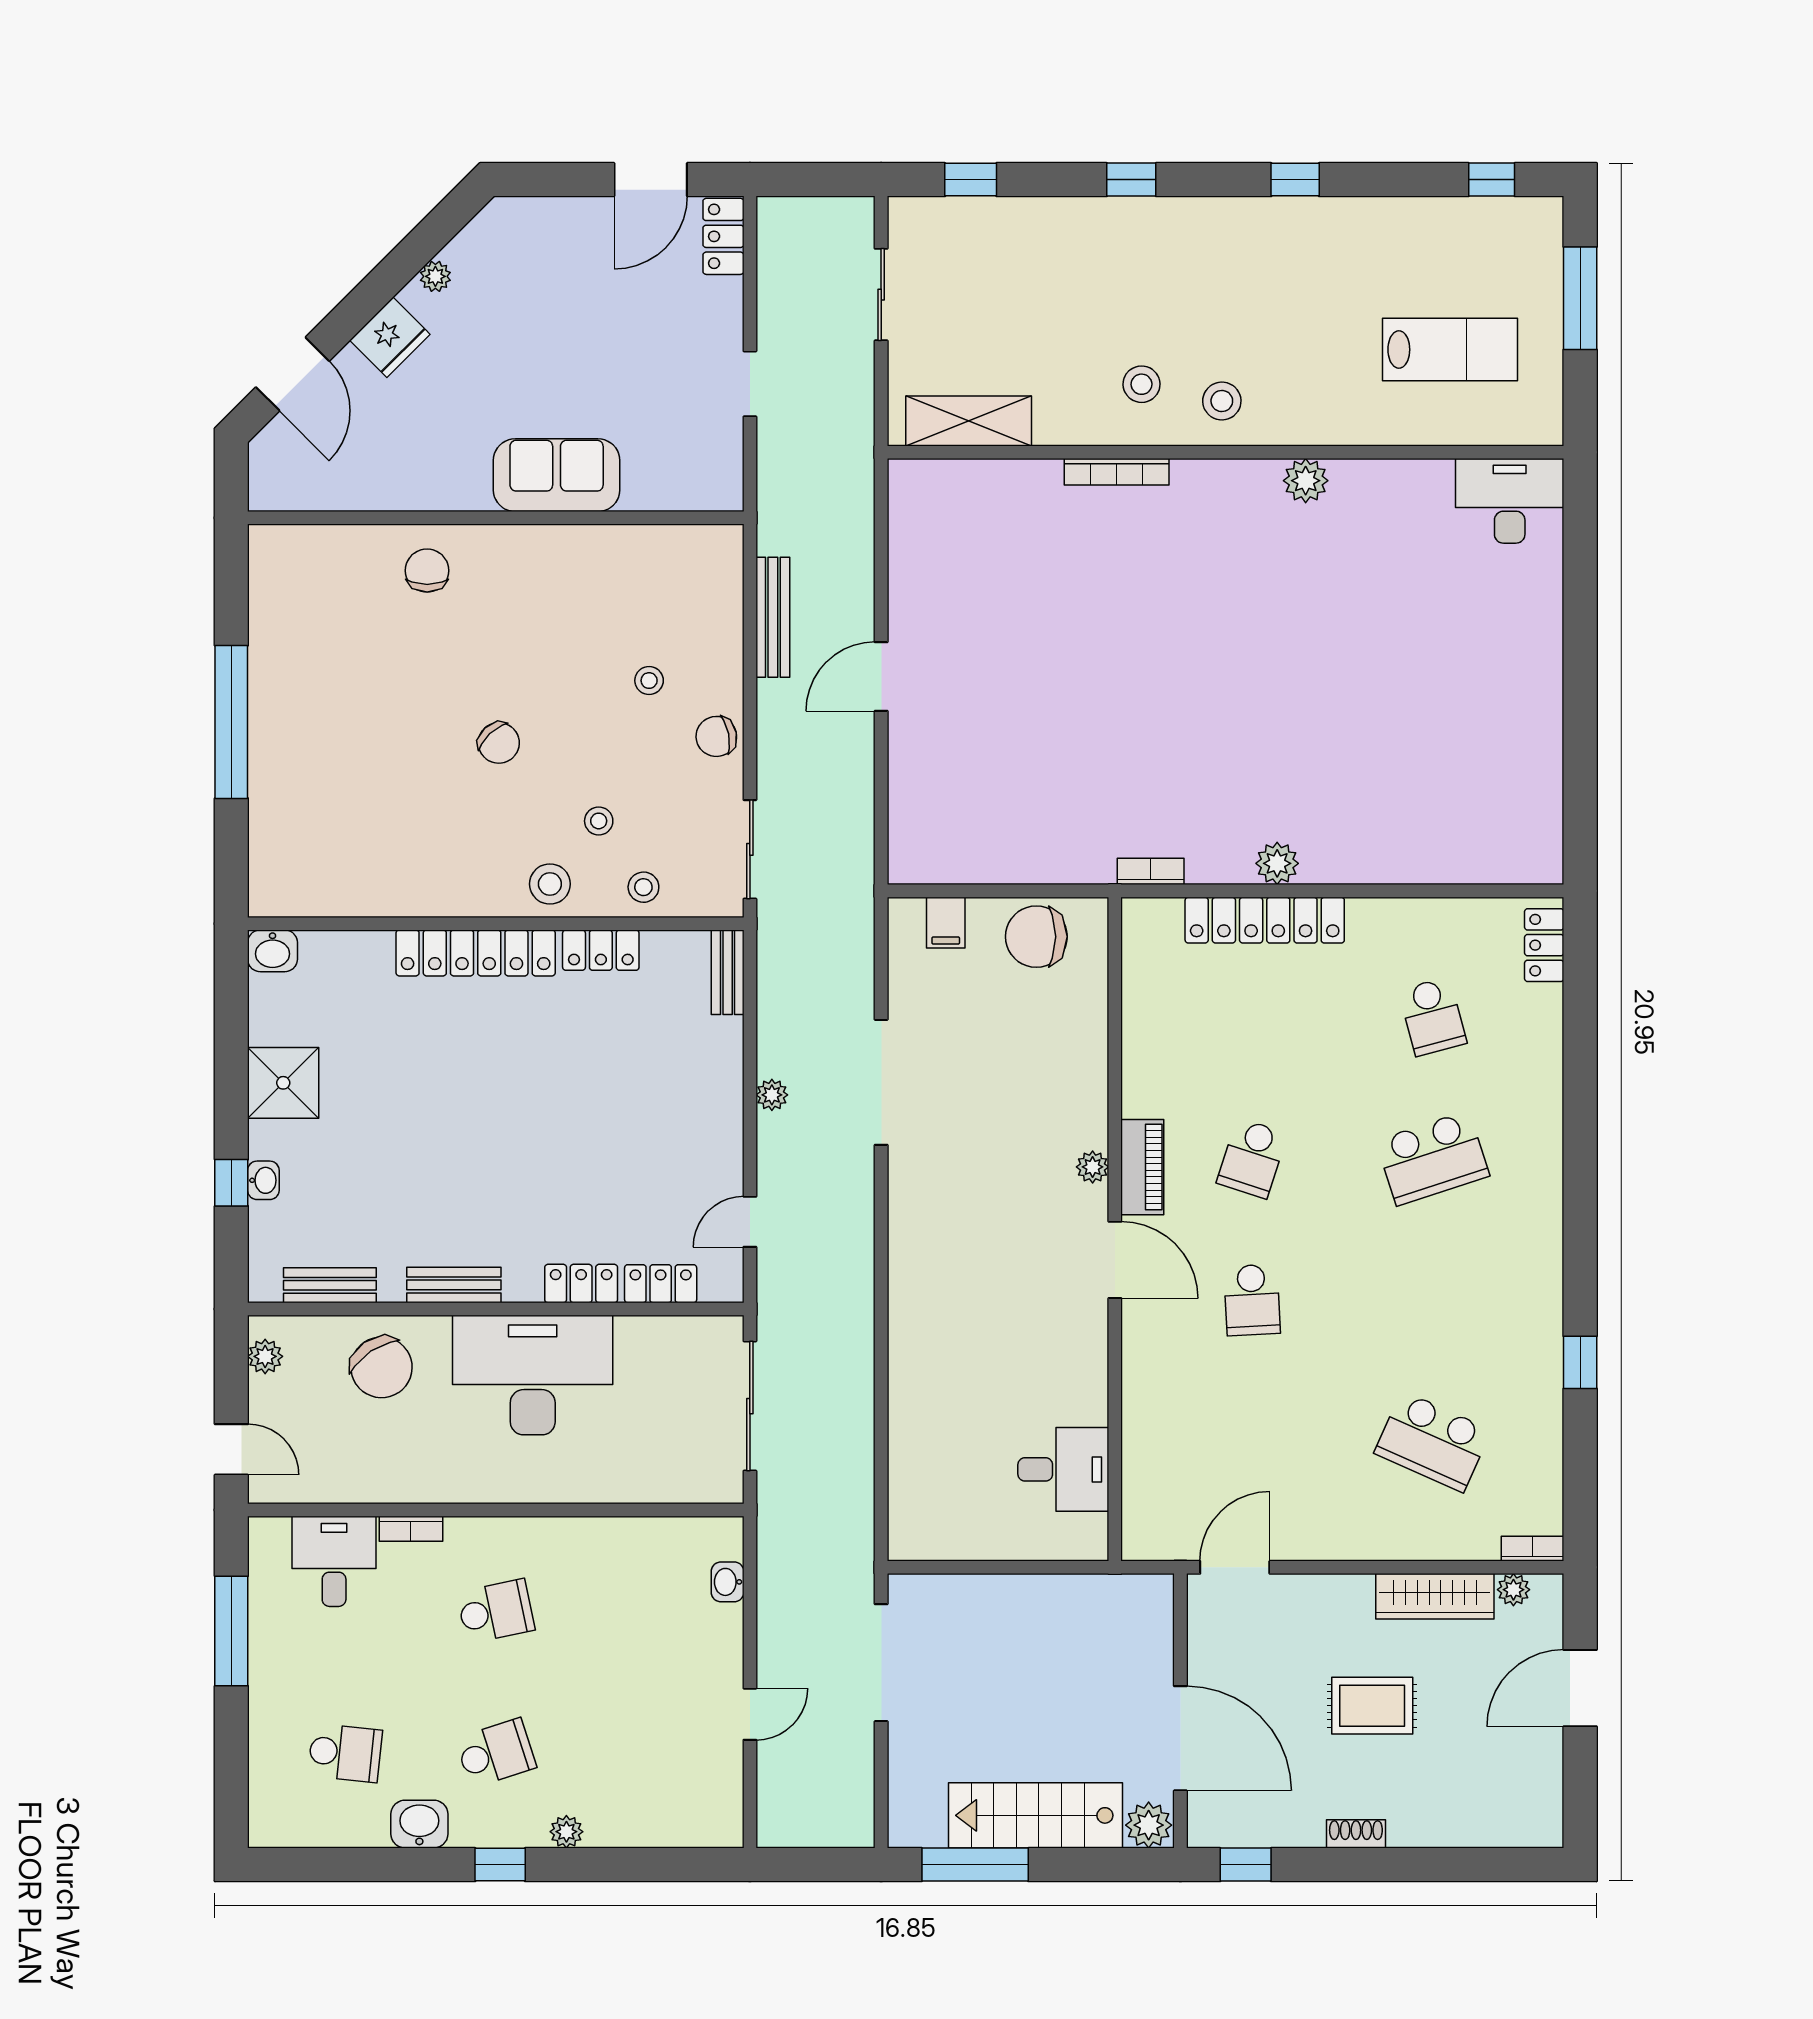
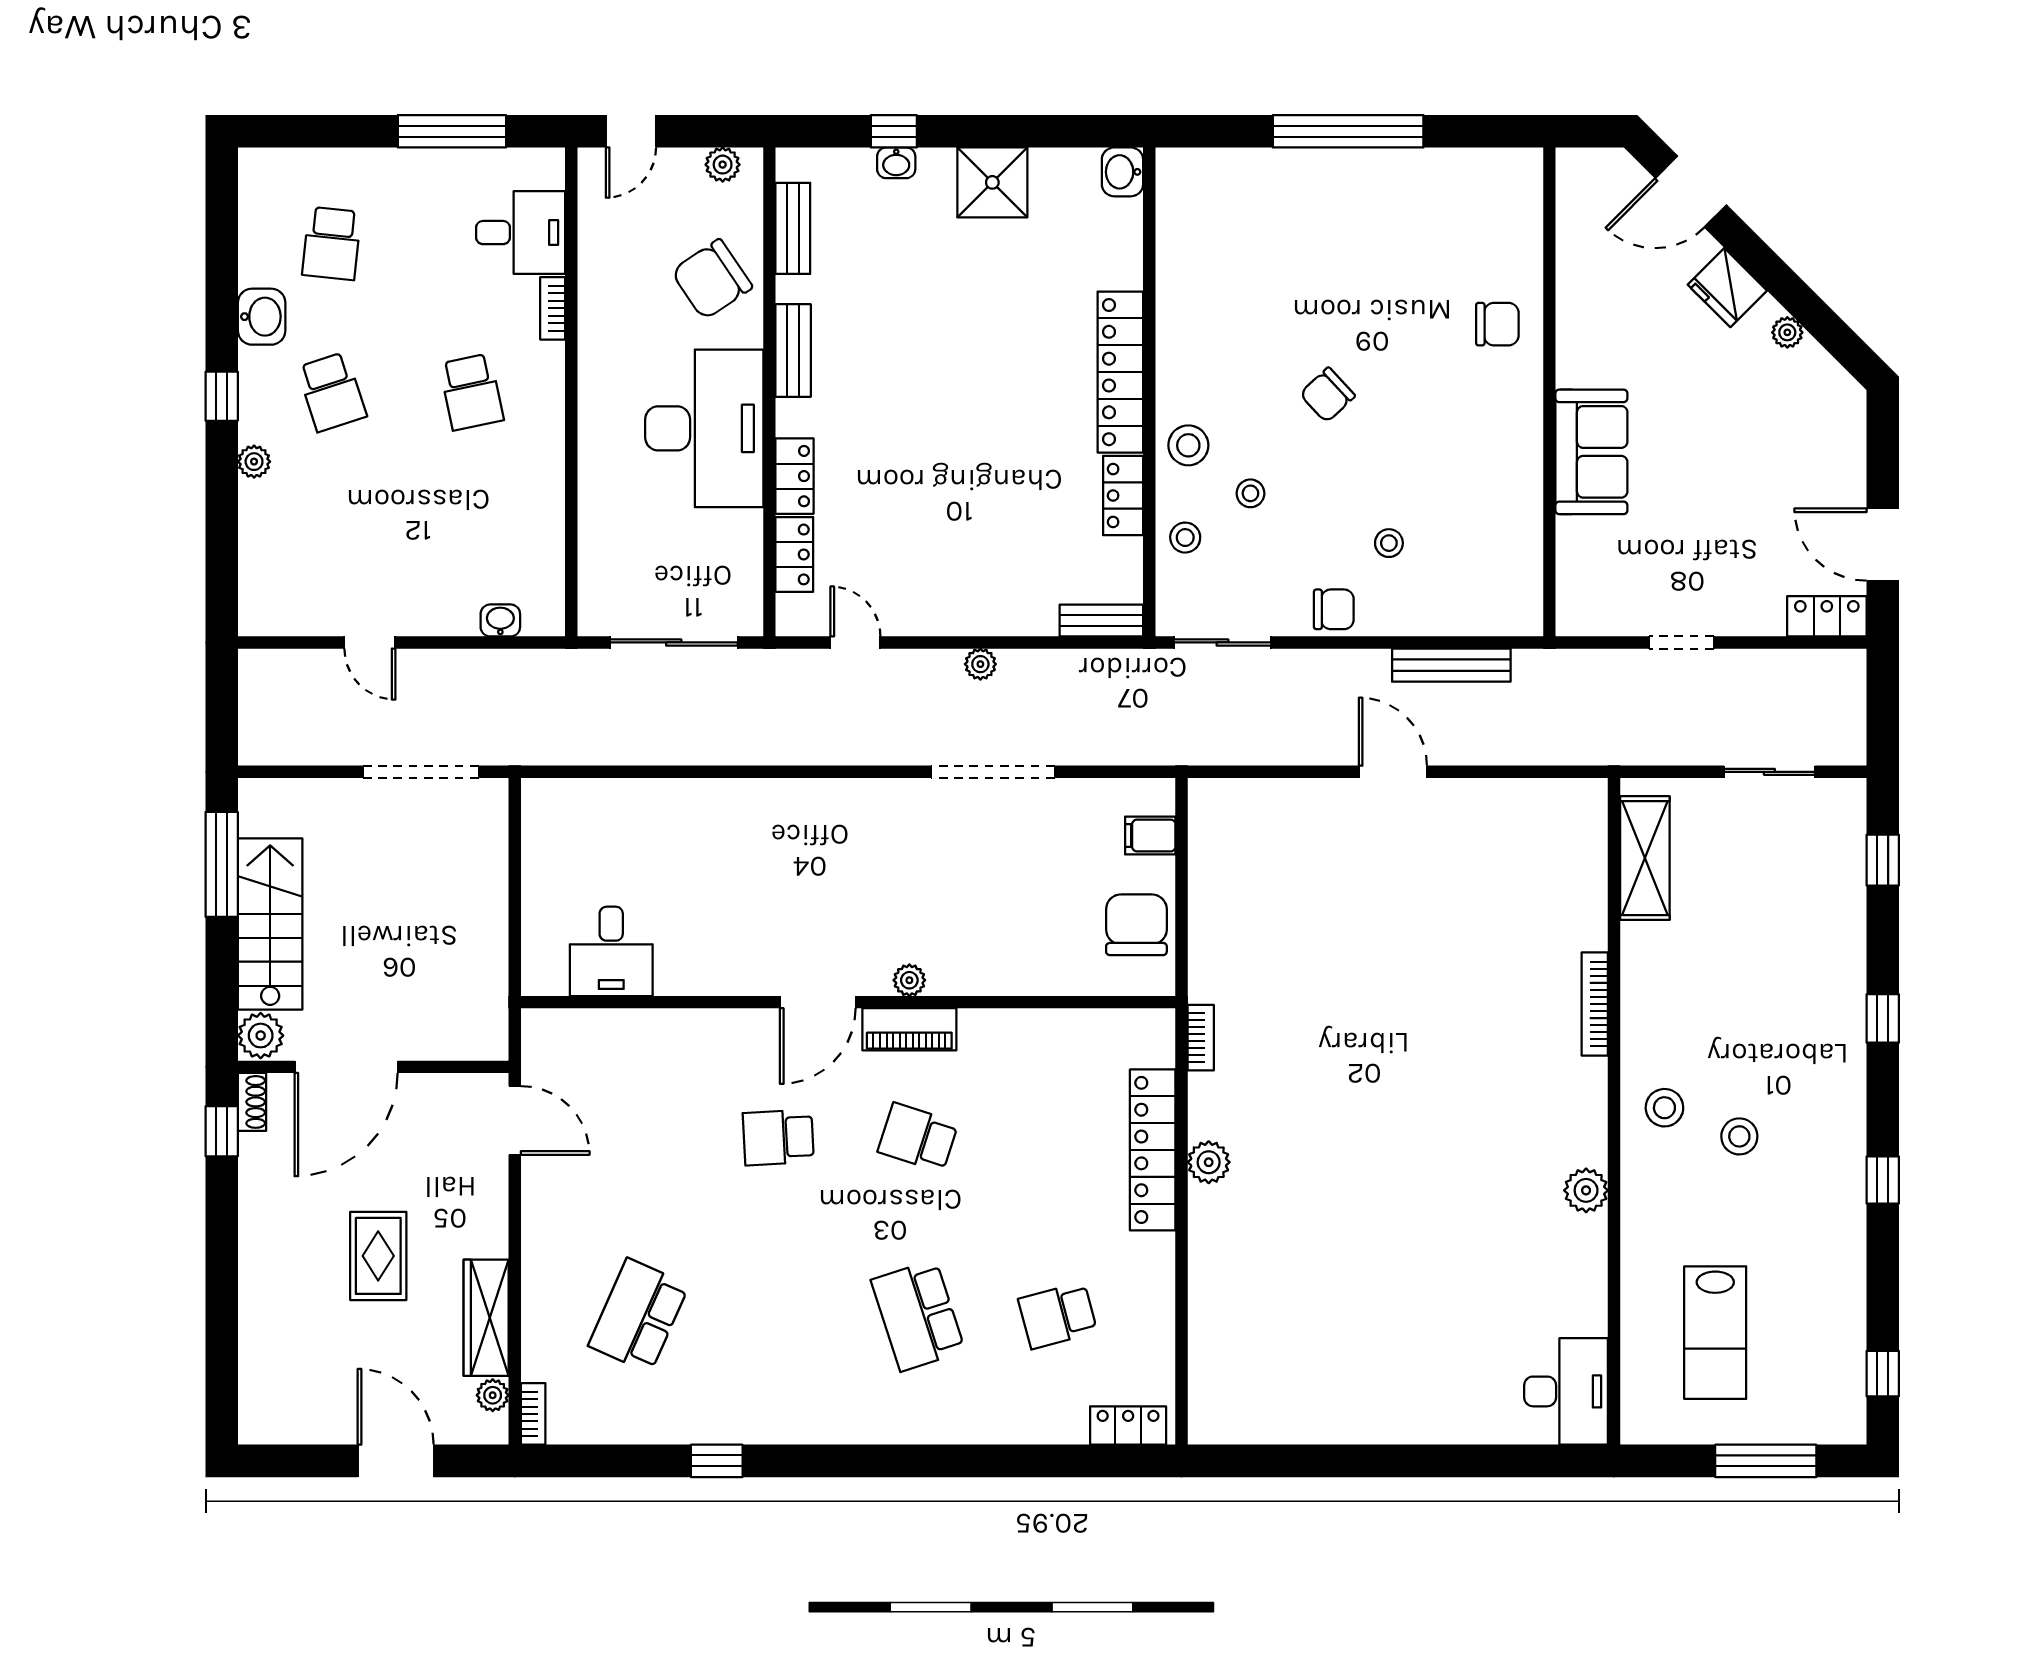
stool: (1141, 384) -> (1739, 1136), moved
chair: (716, 736) -> (1334, 609), turned 101
shoe rack: (1356, 1834) -> (252, 1102), moved

